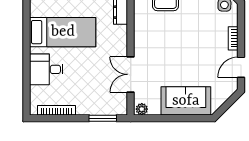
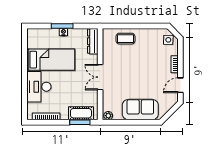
desk: (46, 69) -> (39, 87), width x1.37
double door: (131, 74) -> (100, 77), moved
cot: (104, 106) -> (81, 113), added

